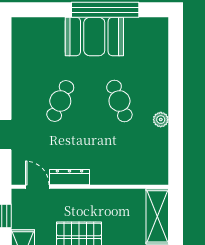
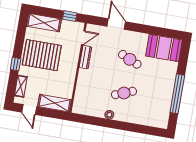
booth: (94, 37) -> (164, 48), moved, turned 90

